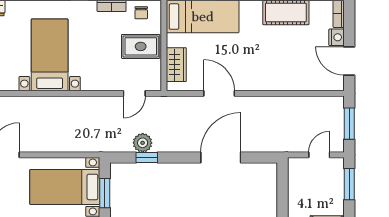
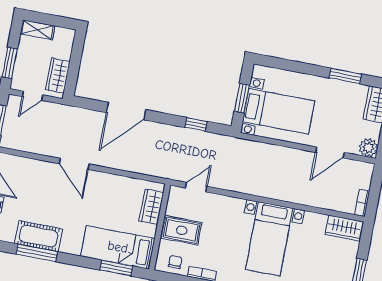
door: (219, 93) -> (74, 164), moved
plant: (143, 143) -> (197, 139), removed
wardrobe: (298, 181) -> (58, 75), added

